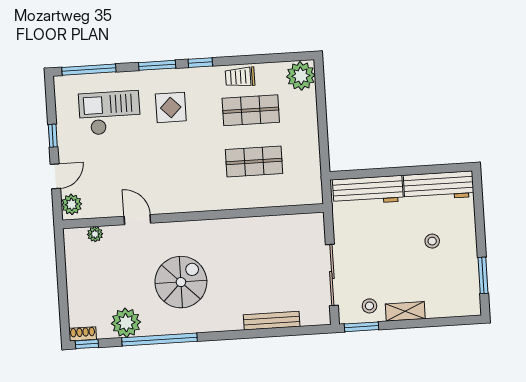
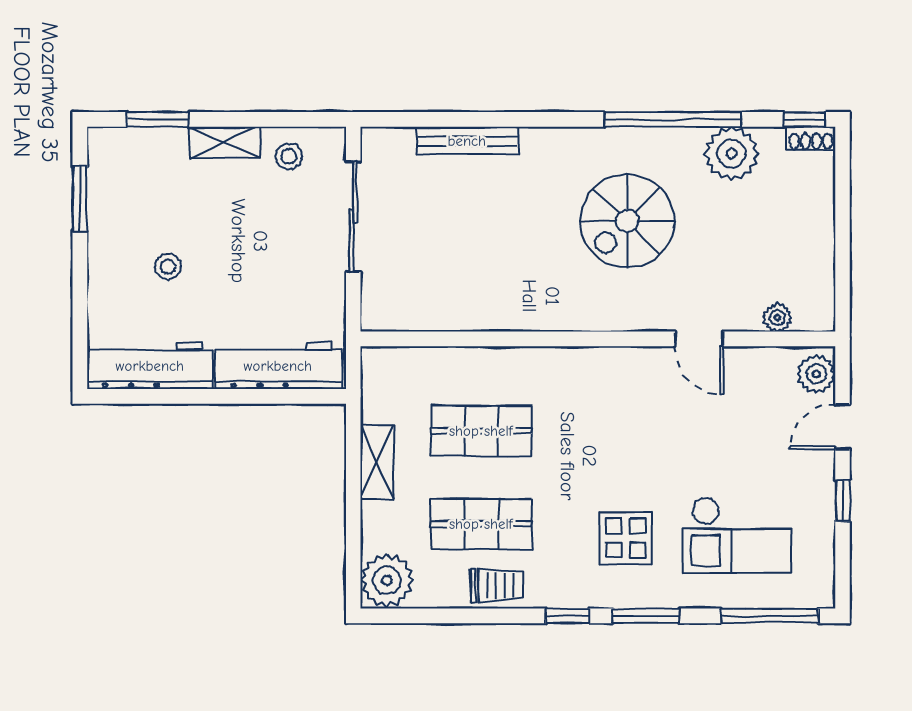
shelving: (310, 141) -> (377, 462), added
window: (362, 327) -> (158, 119), moved

